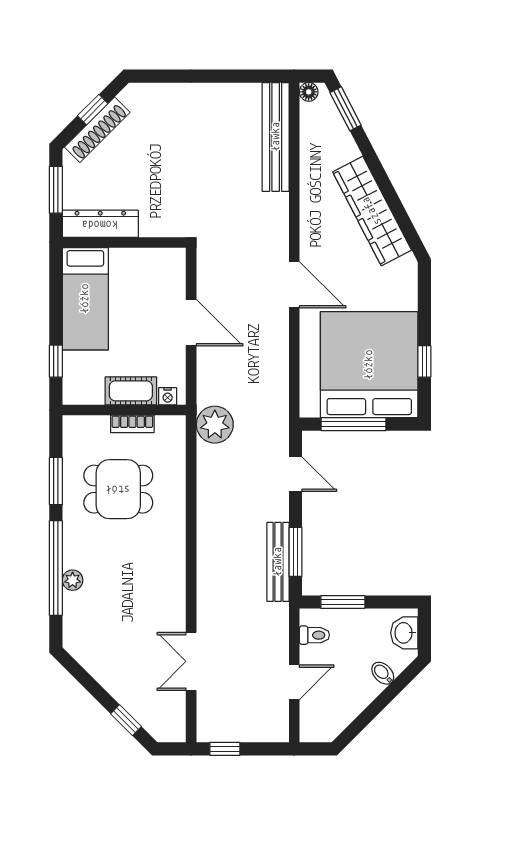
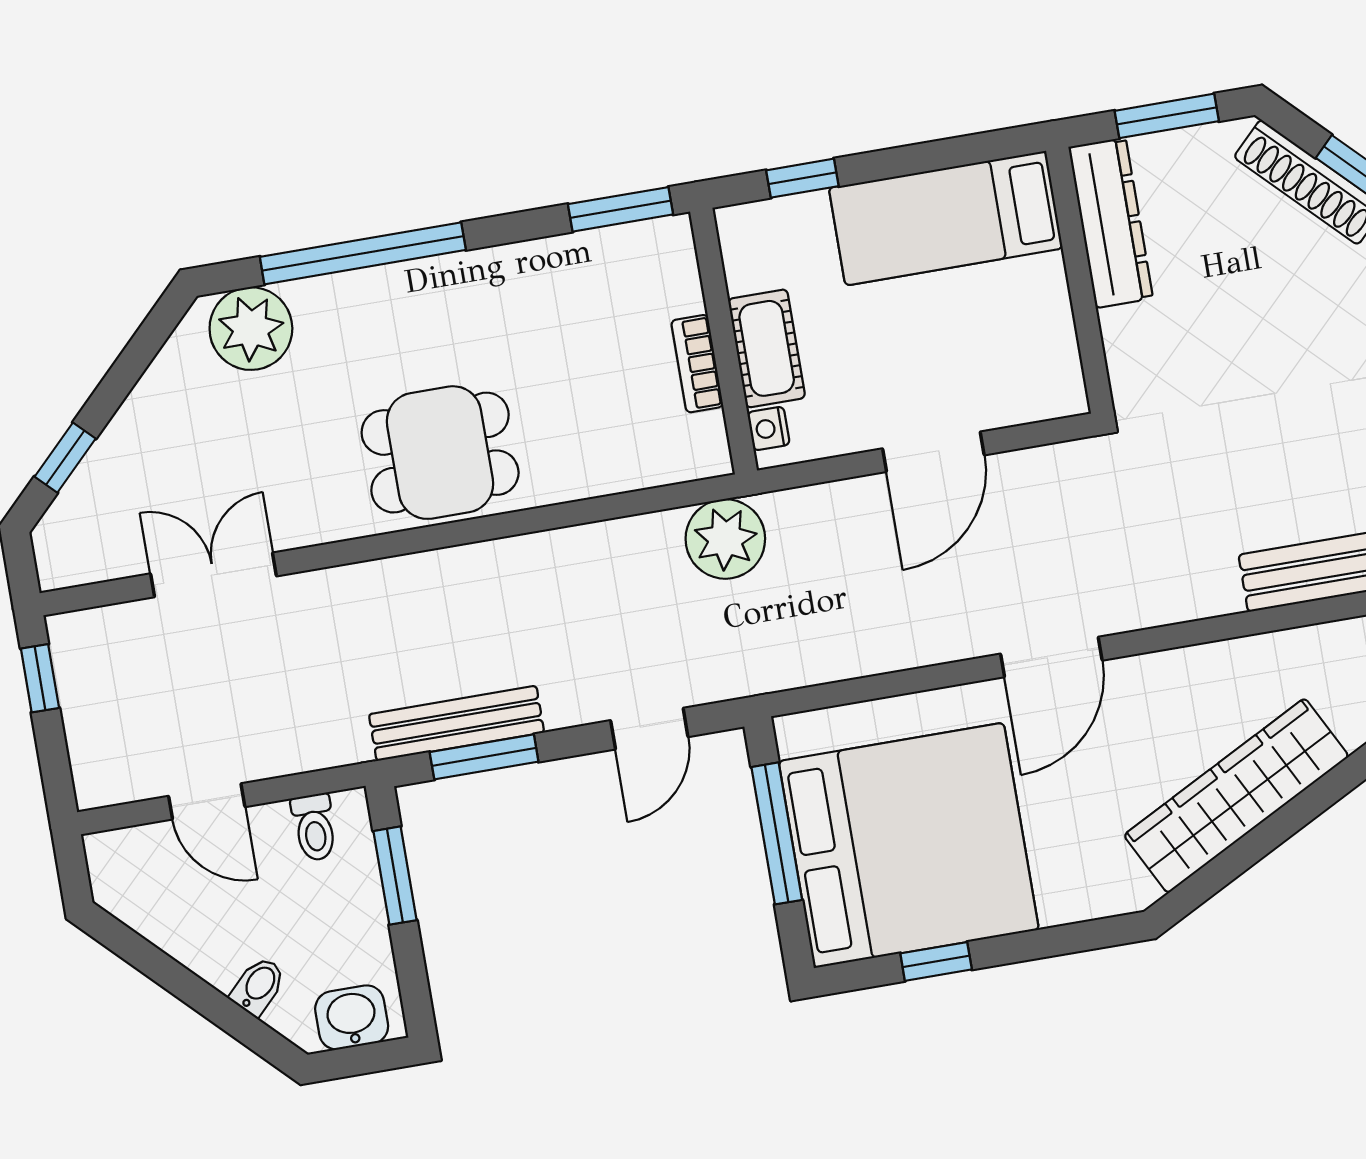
window: (56, 481) -> (621, 209), moved
dining table: (118, 489) -> (440, 453), moved, turned 90
plant: (73, 580) -> (251, 329), moved, width x1.88, depth x1.88

